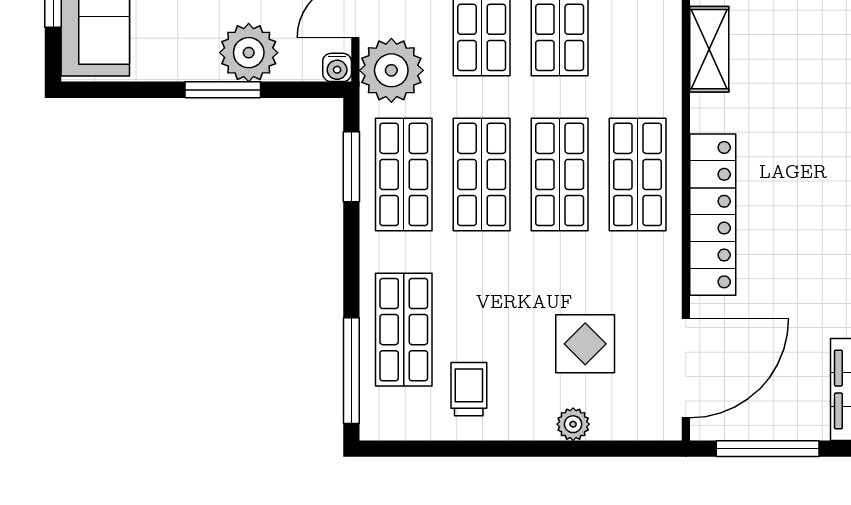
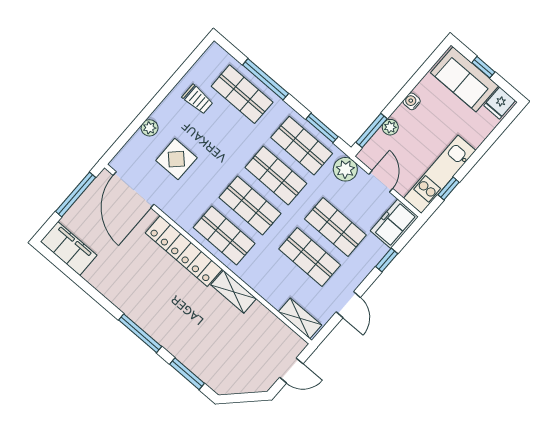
shelving: (709, 49) -> (234, 292), moved
plant: (249, 53) -> (390, 127), width x0.53, depth x0.53
water cooler: (337, 67) -> (412, 101), moved
plant: (391, 70) -> (345, 169), width x0.73, depth x0.73
window: (223, 90) -> (371, 130), moved
window: (351, 371) -> (266, 79), moved

